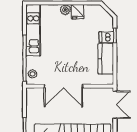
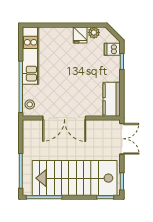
plant: (65, 10) -> (94, 33), moved
dishwasher: (106, 37) -> (112, 49), moved
kitchen counter: (106, 59) -> (112, 99), moved

